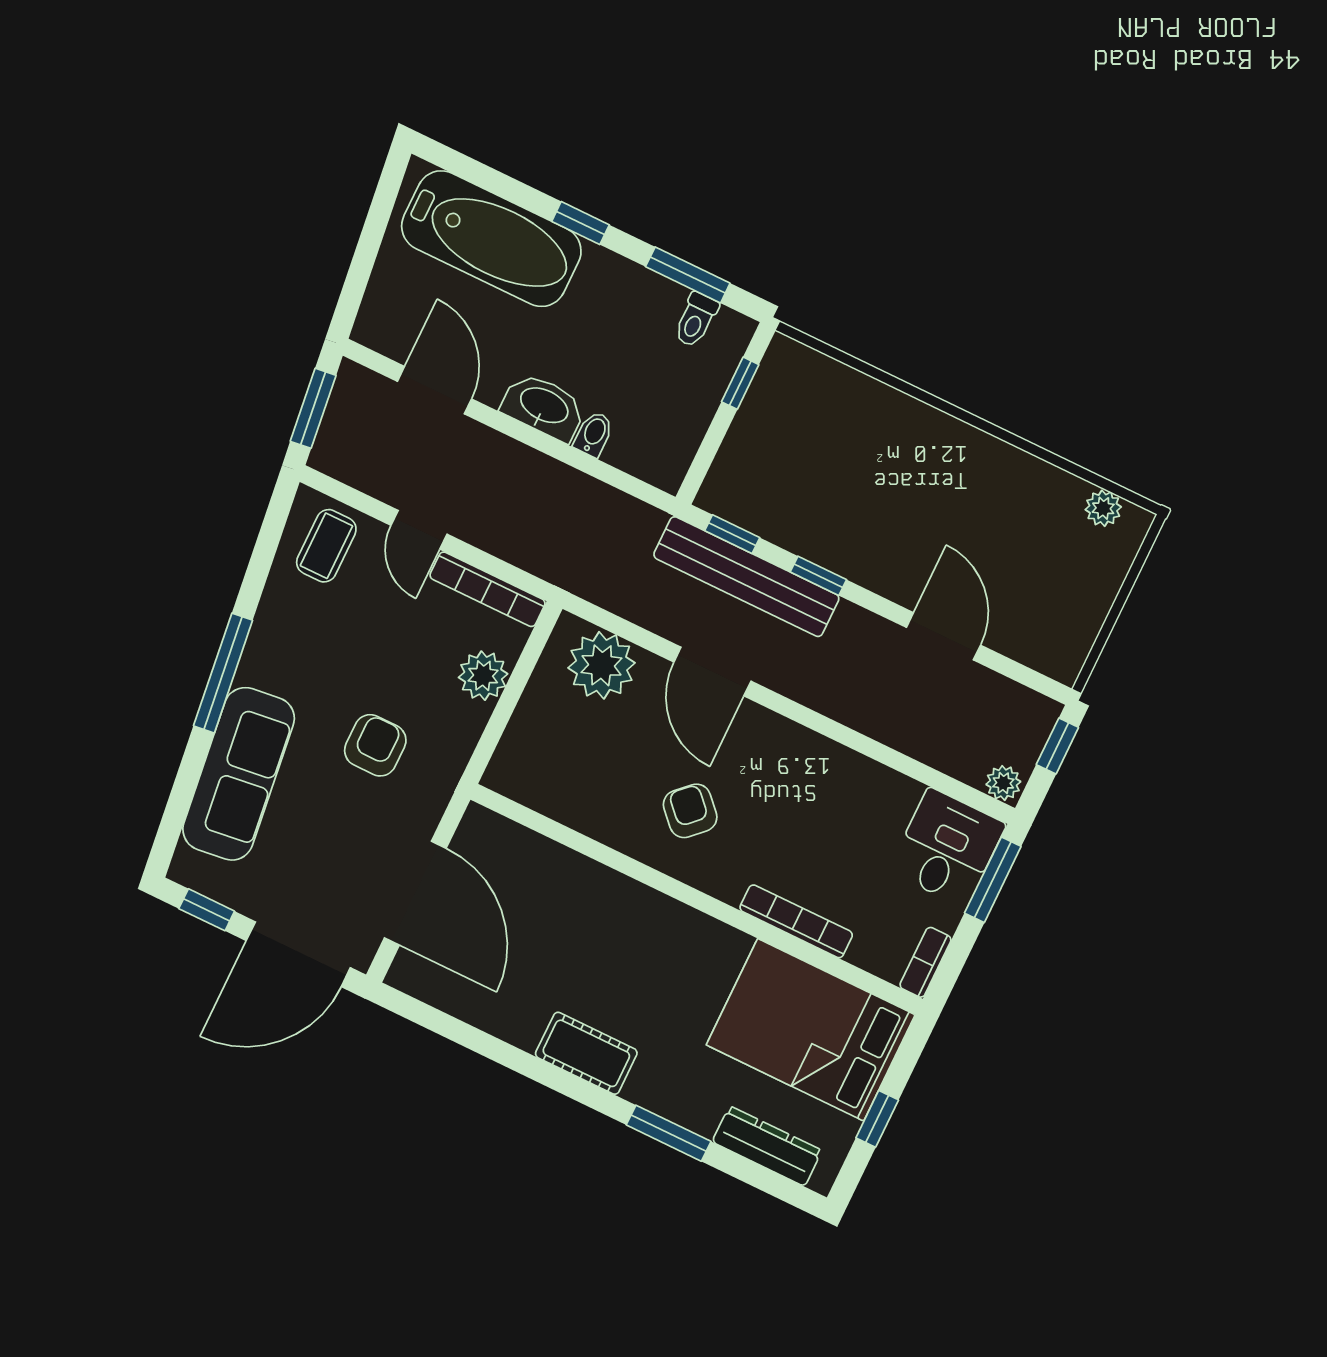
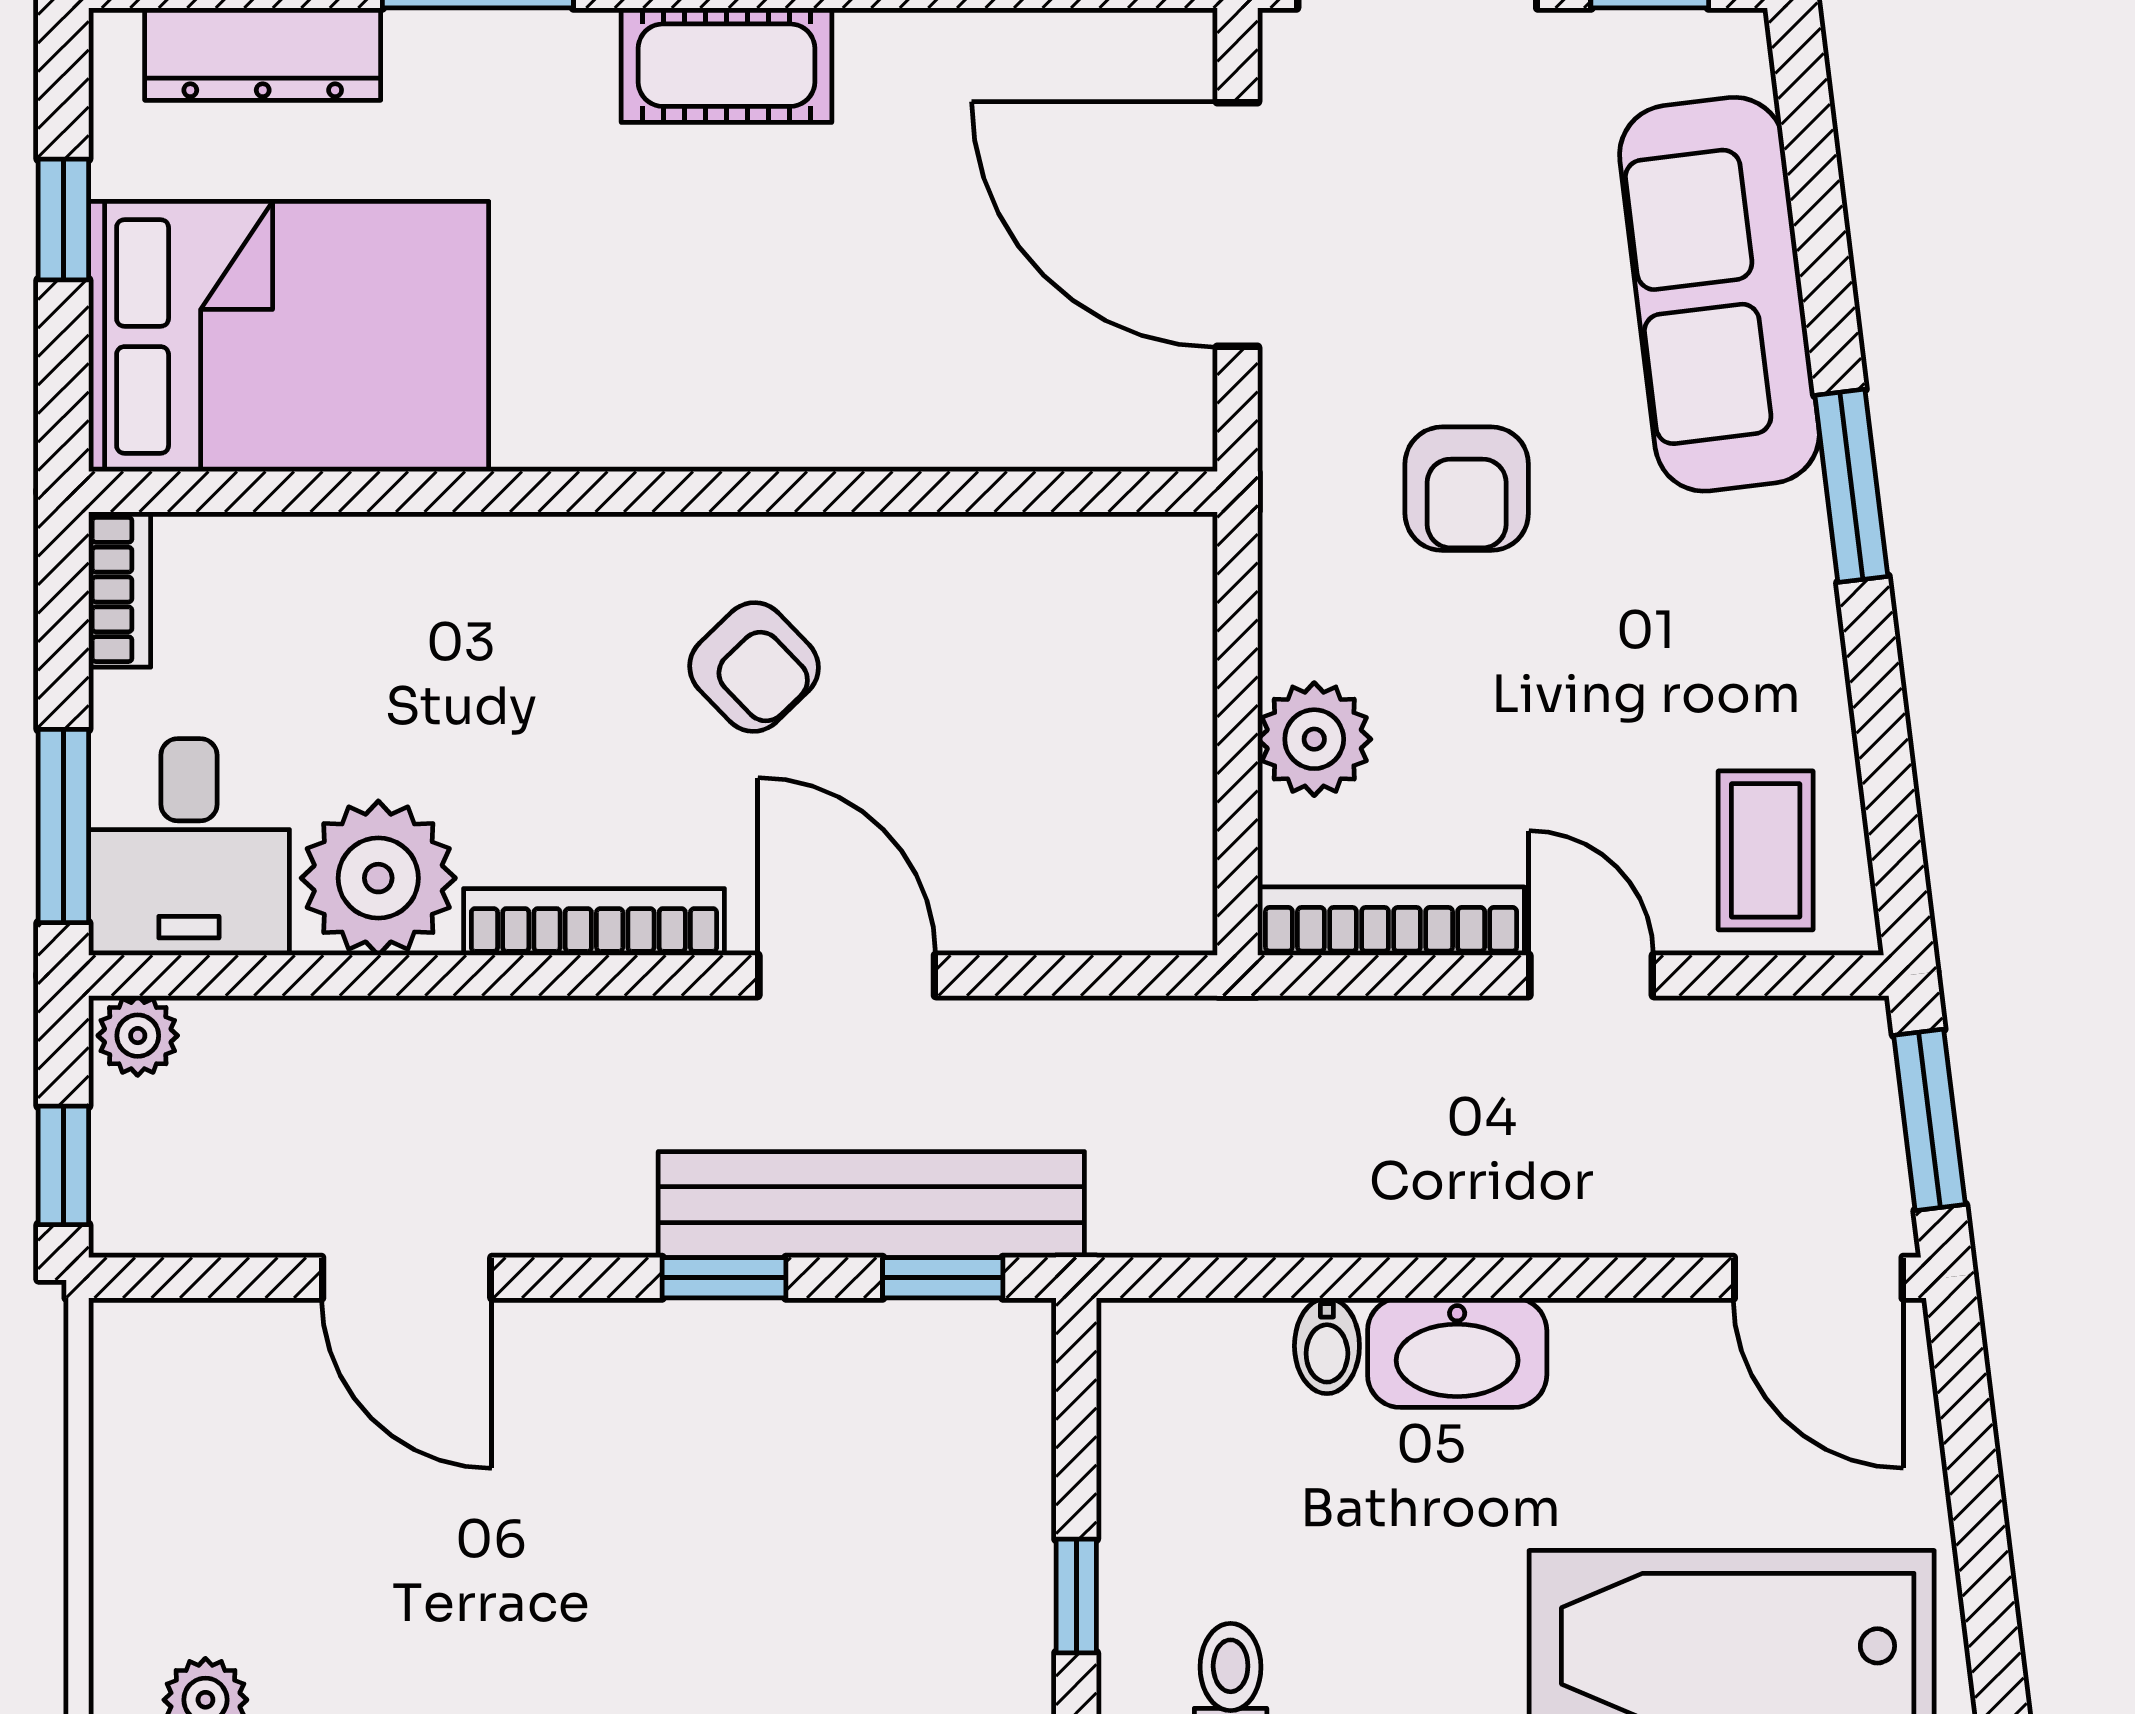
door: (434, 390) -> (1818, 1278), moved
plant: (602, 665) -> (378, 878), moved
window: (223, 673) -> (1851, 486), width x0.69
bookcase: (796, 921) -> (594, 922), moved, turned 180

